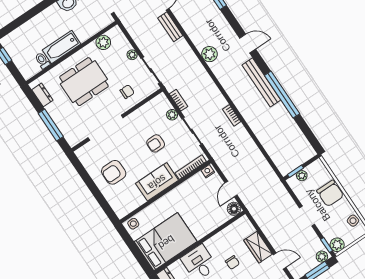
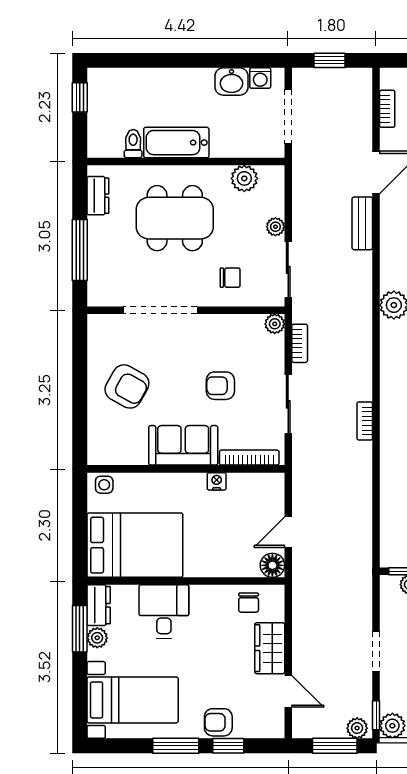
plant: (172, 115) -> (275, 324), moved
nightstand: (208, 171) -> (217, 481), moved
armchair: (114, 172) -> (127, 386), turned -151
chair: (232, 262) -> (249, 603), moved

